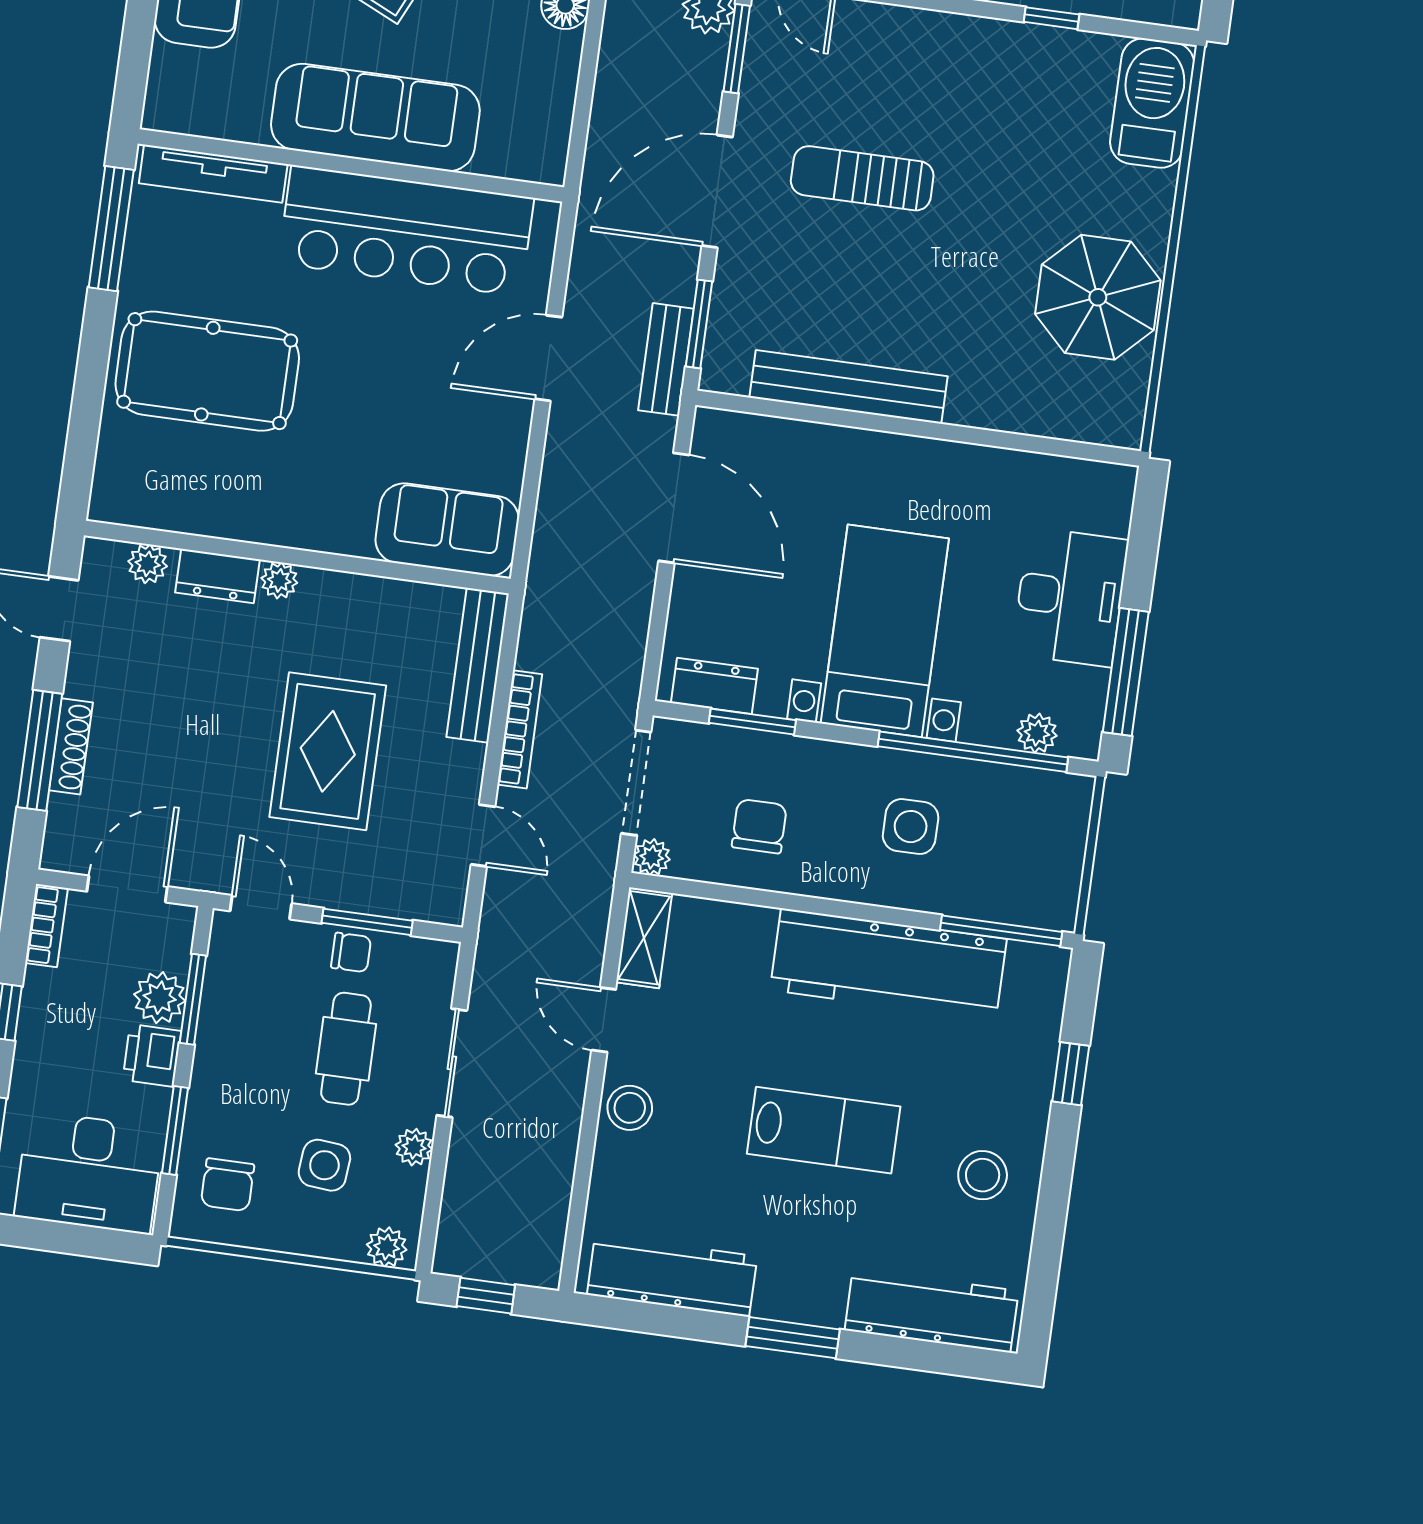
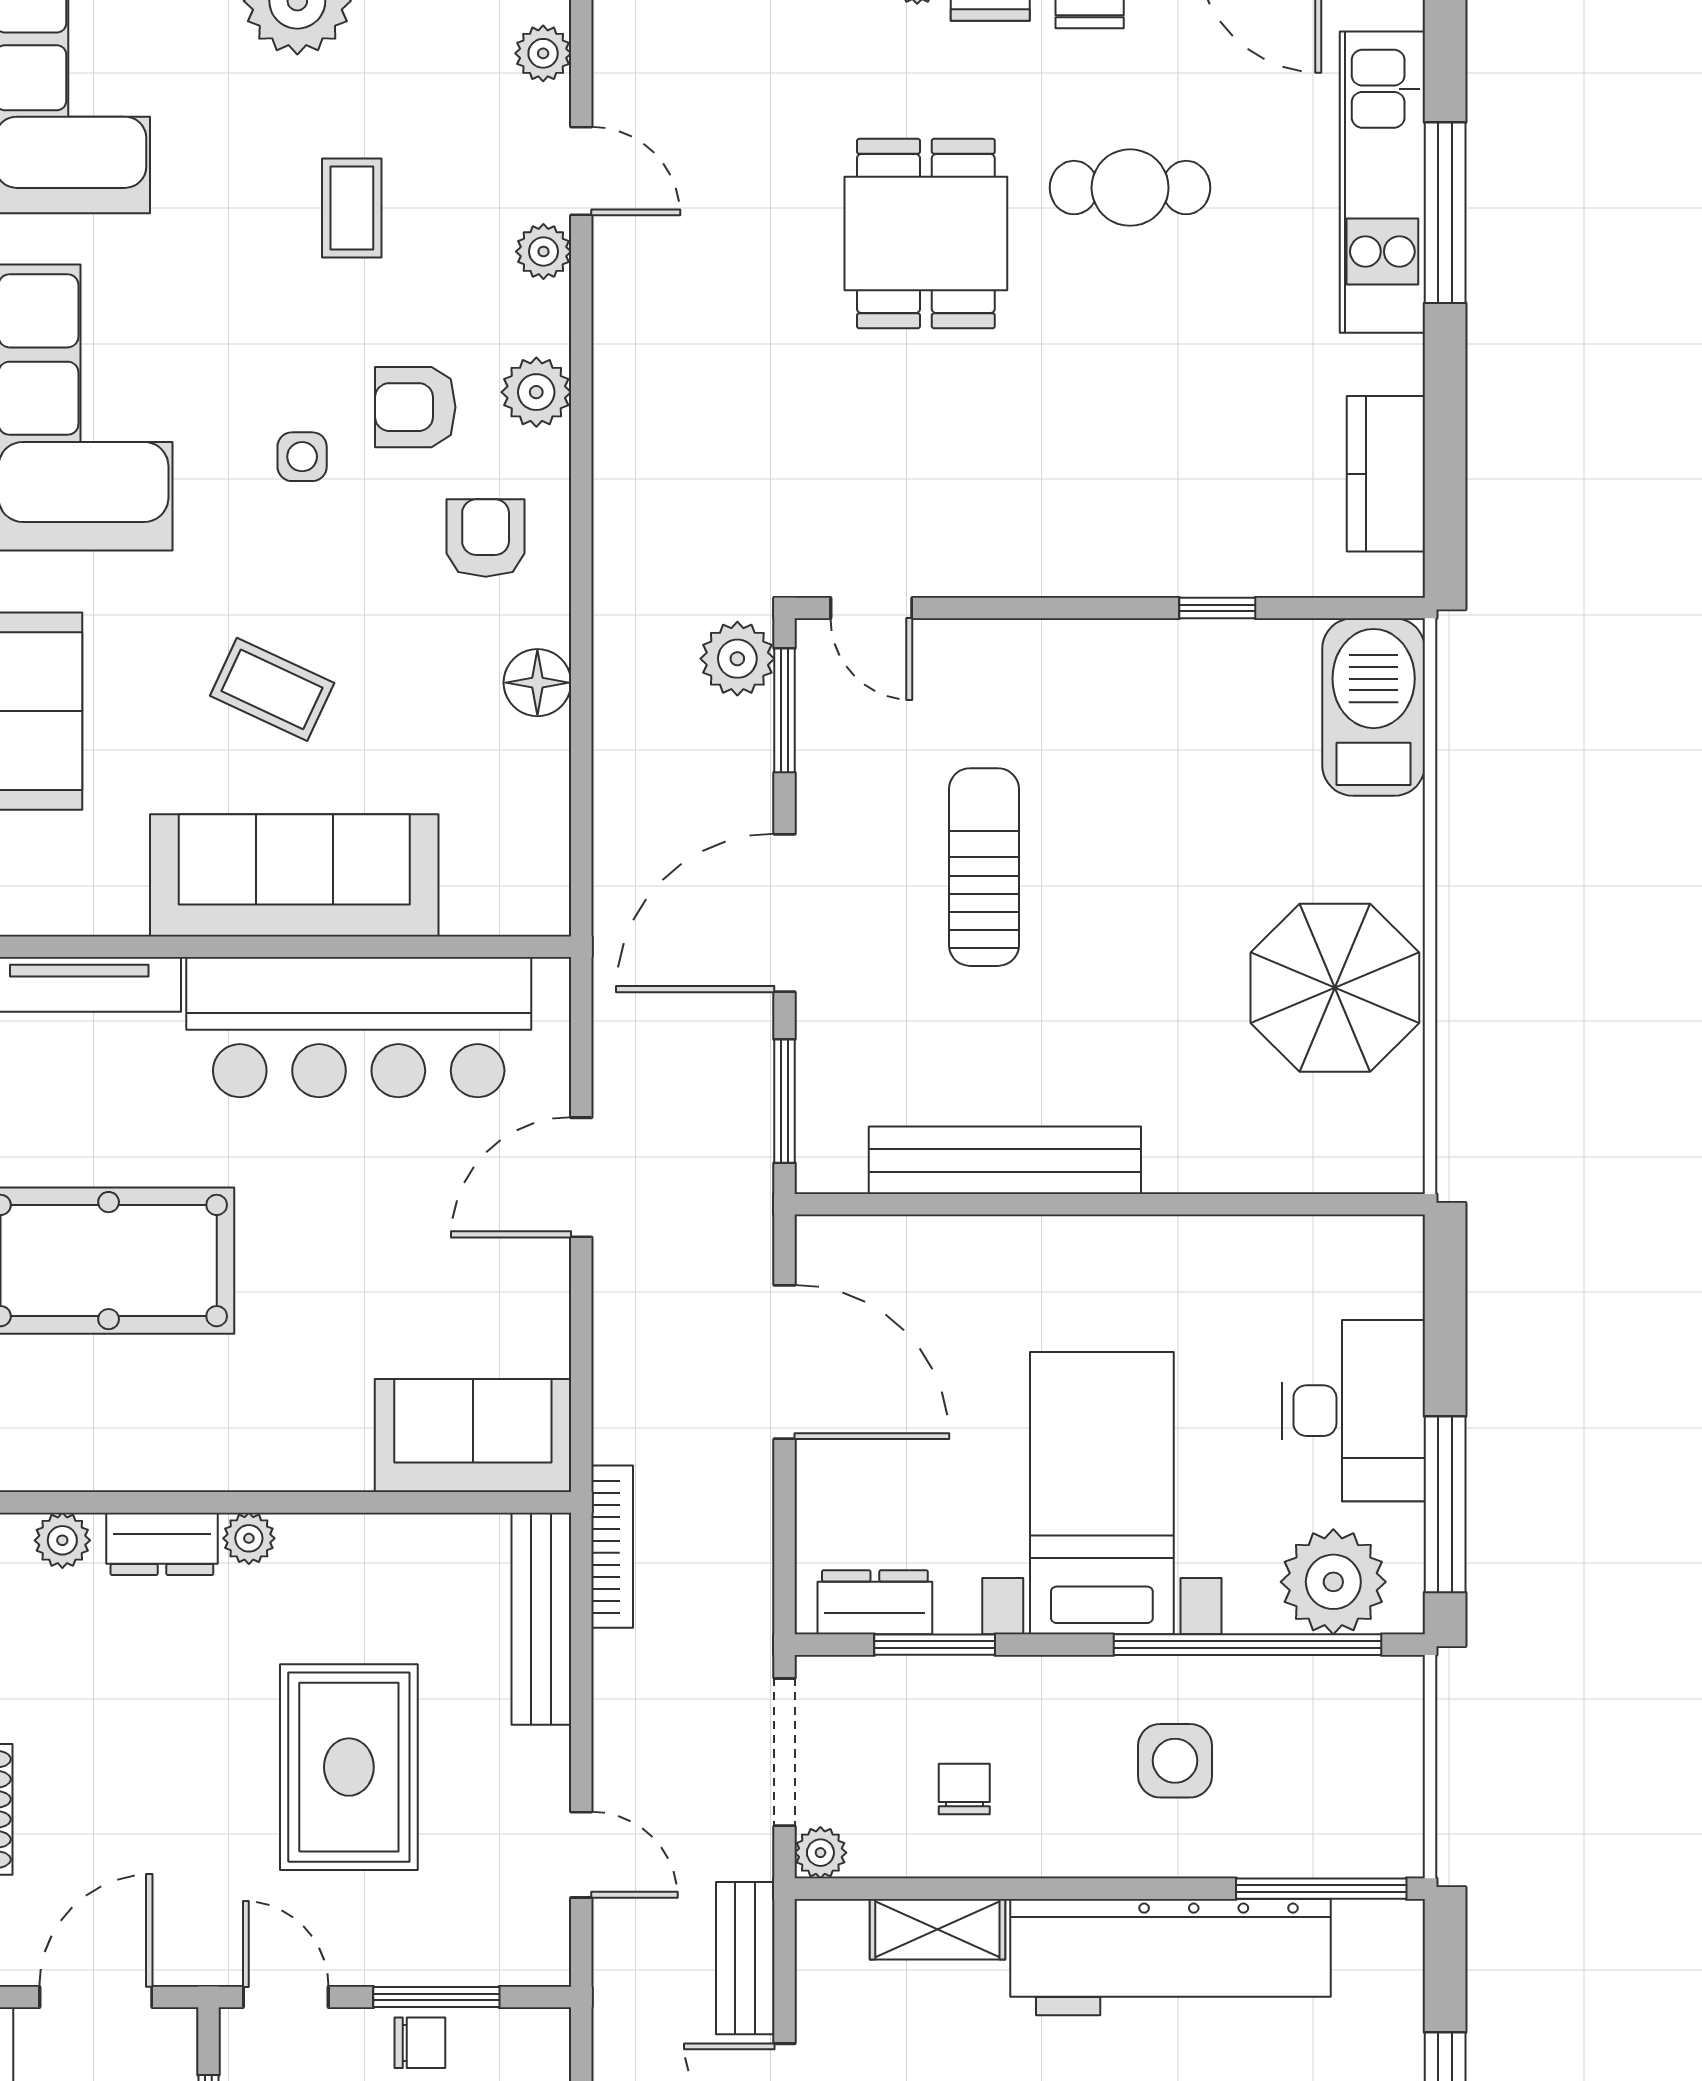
sun lounger: (862, 178) -> (984, 867), turned 90
bench: (666, 359) -> (745, 1958), moved
bookcase: (520, 729) -> (612, 1547), moved
plant: (1037, 733) -> (1333, 1582), width x1.88, depth x1.88
chair: (759, 826) -> (964, 1789), width x0.73, depth x0.73
shelving: (644, 938) -> (937, 1929), moved, turned 90

